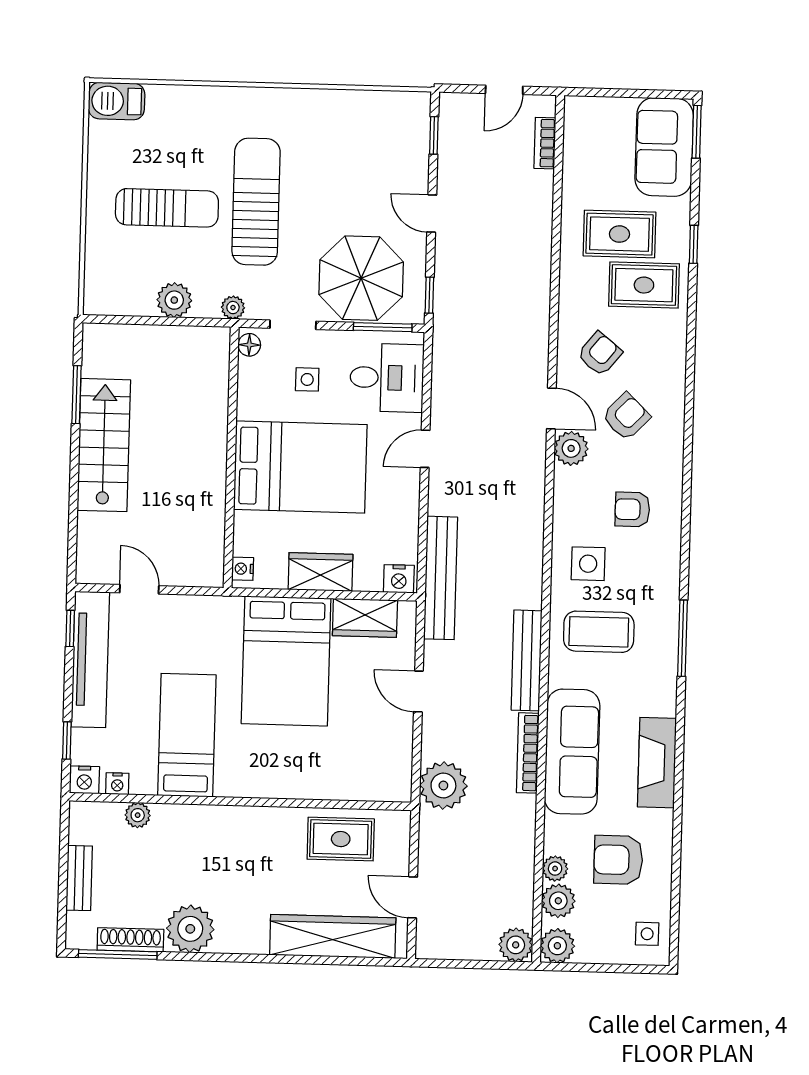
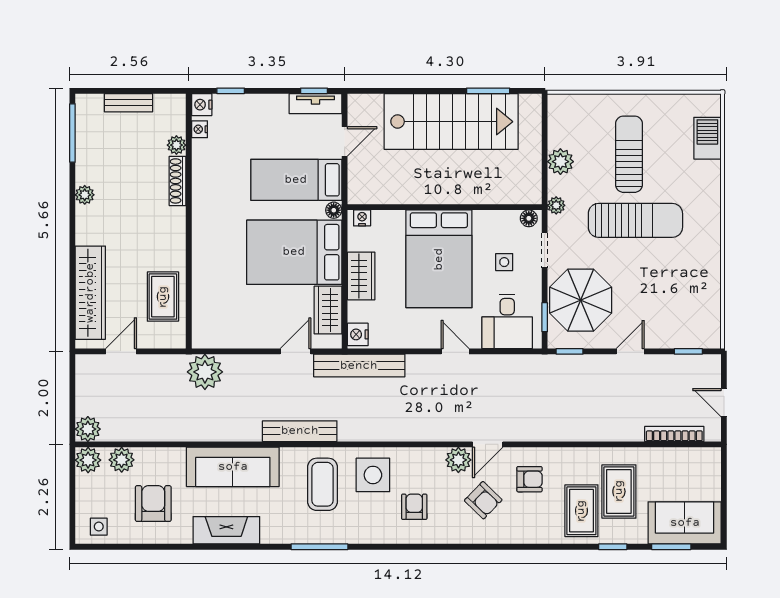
barbecue: (117, 101) -> (707, 138), moved
window: (697, 132) -> (671, 547), moved
bookcase: (545, 143) -> (674, 434), width x1.56
sun lounger: (167, 208) -> (629, 154), turned 180
window: (383, 327) -> (545, 317), width x0.67
armchair: (600, 354) -> (529, 479), turned -39
stairs: (104, 445) -> (451, 122), width x1.36, depth x1.51
side table: (588, 564) -> (373, 475), width x1.37, depth x1.37
floor lamp: (231, 606) -> (334, 210), added
tv unit: (90, 659) -> (316, 104), width x0.52, depth x0.78
door: (418, 691) -> (296, 351), moved
bed: (187, 735) -> (296, 180), moved, turned 180
bookcase: (528, 753) -> (231, 434), removed
plant: (555, 869) -> (145, 457), removed
plant: (190, 929) -> (85, 195), width x0.53, depth x0.53
shoe rack: (130, 940) -> (178, 181), moved, turned 180

